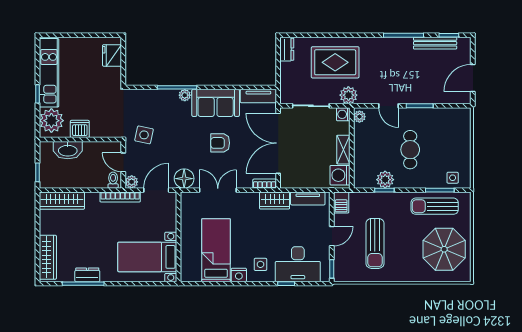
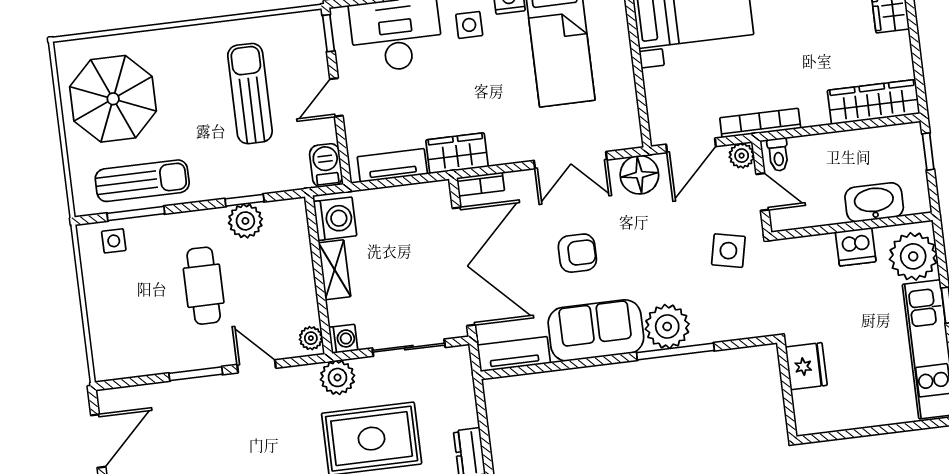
fridge: (112, 55) -> (806, 366), moved
plant: (185, 95) -> (667, 326), width x1.88, depth x1.88

